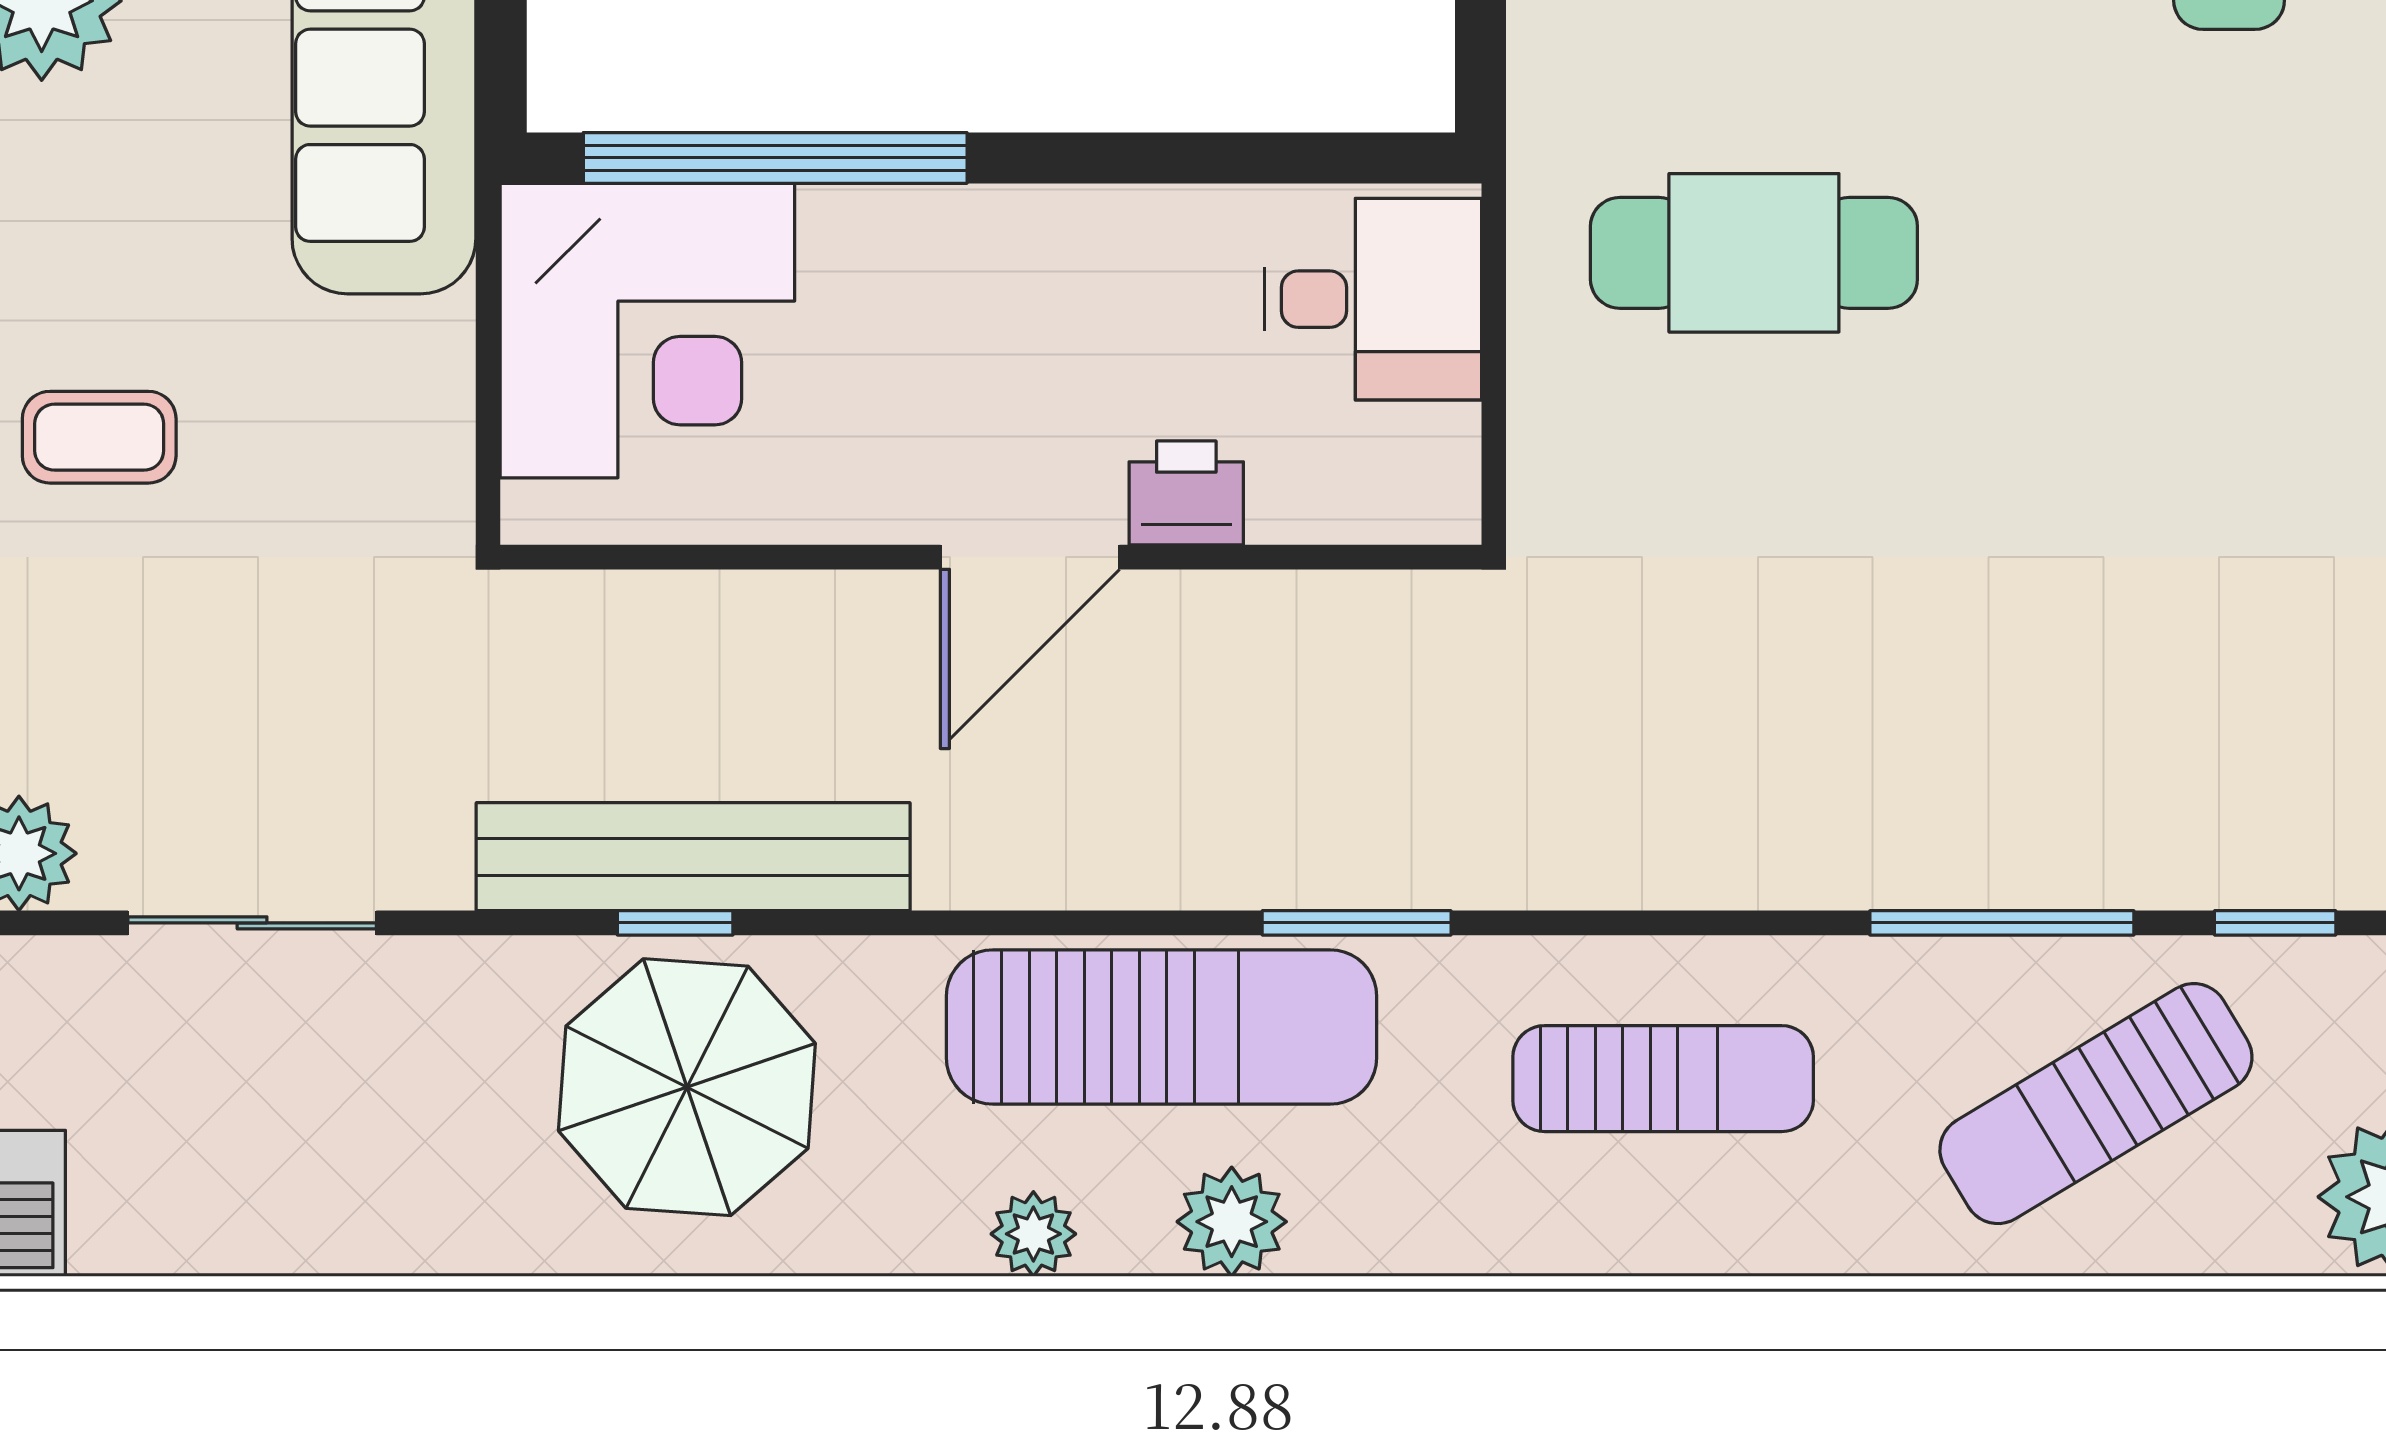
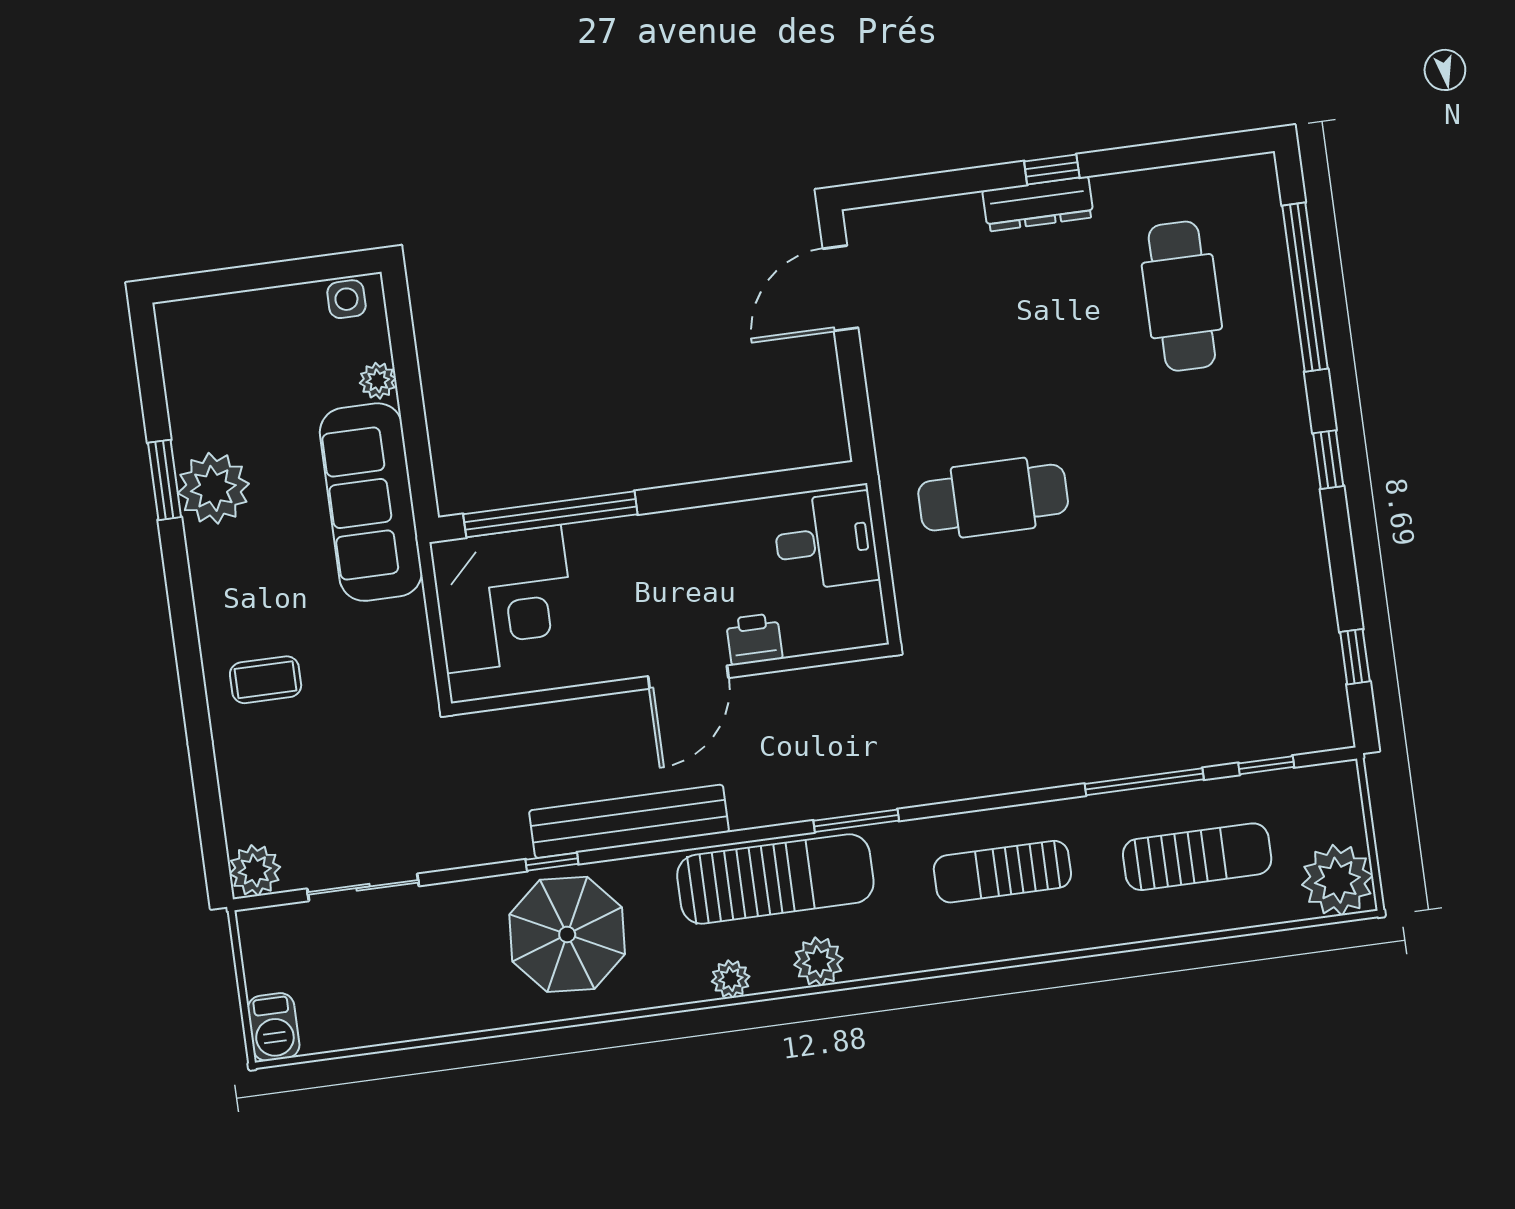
bench: (693, 857) -> (629, 821), moved
sun lounger: (1663, 1079) -> (1002, 872), turned 180
sun lounger: (2096, 1104) -> (1197, 857), turned -149

